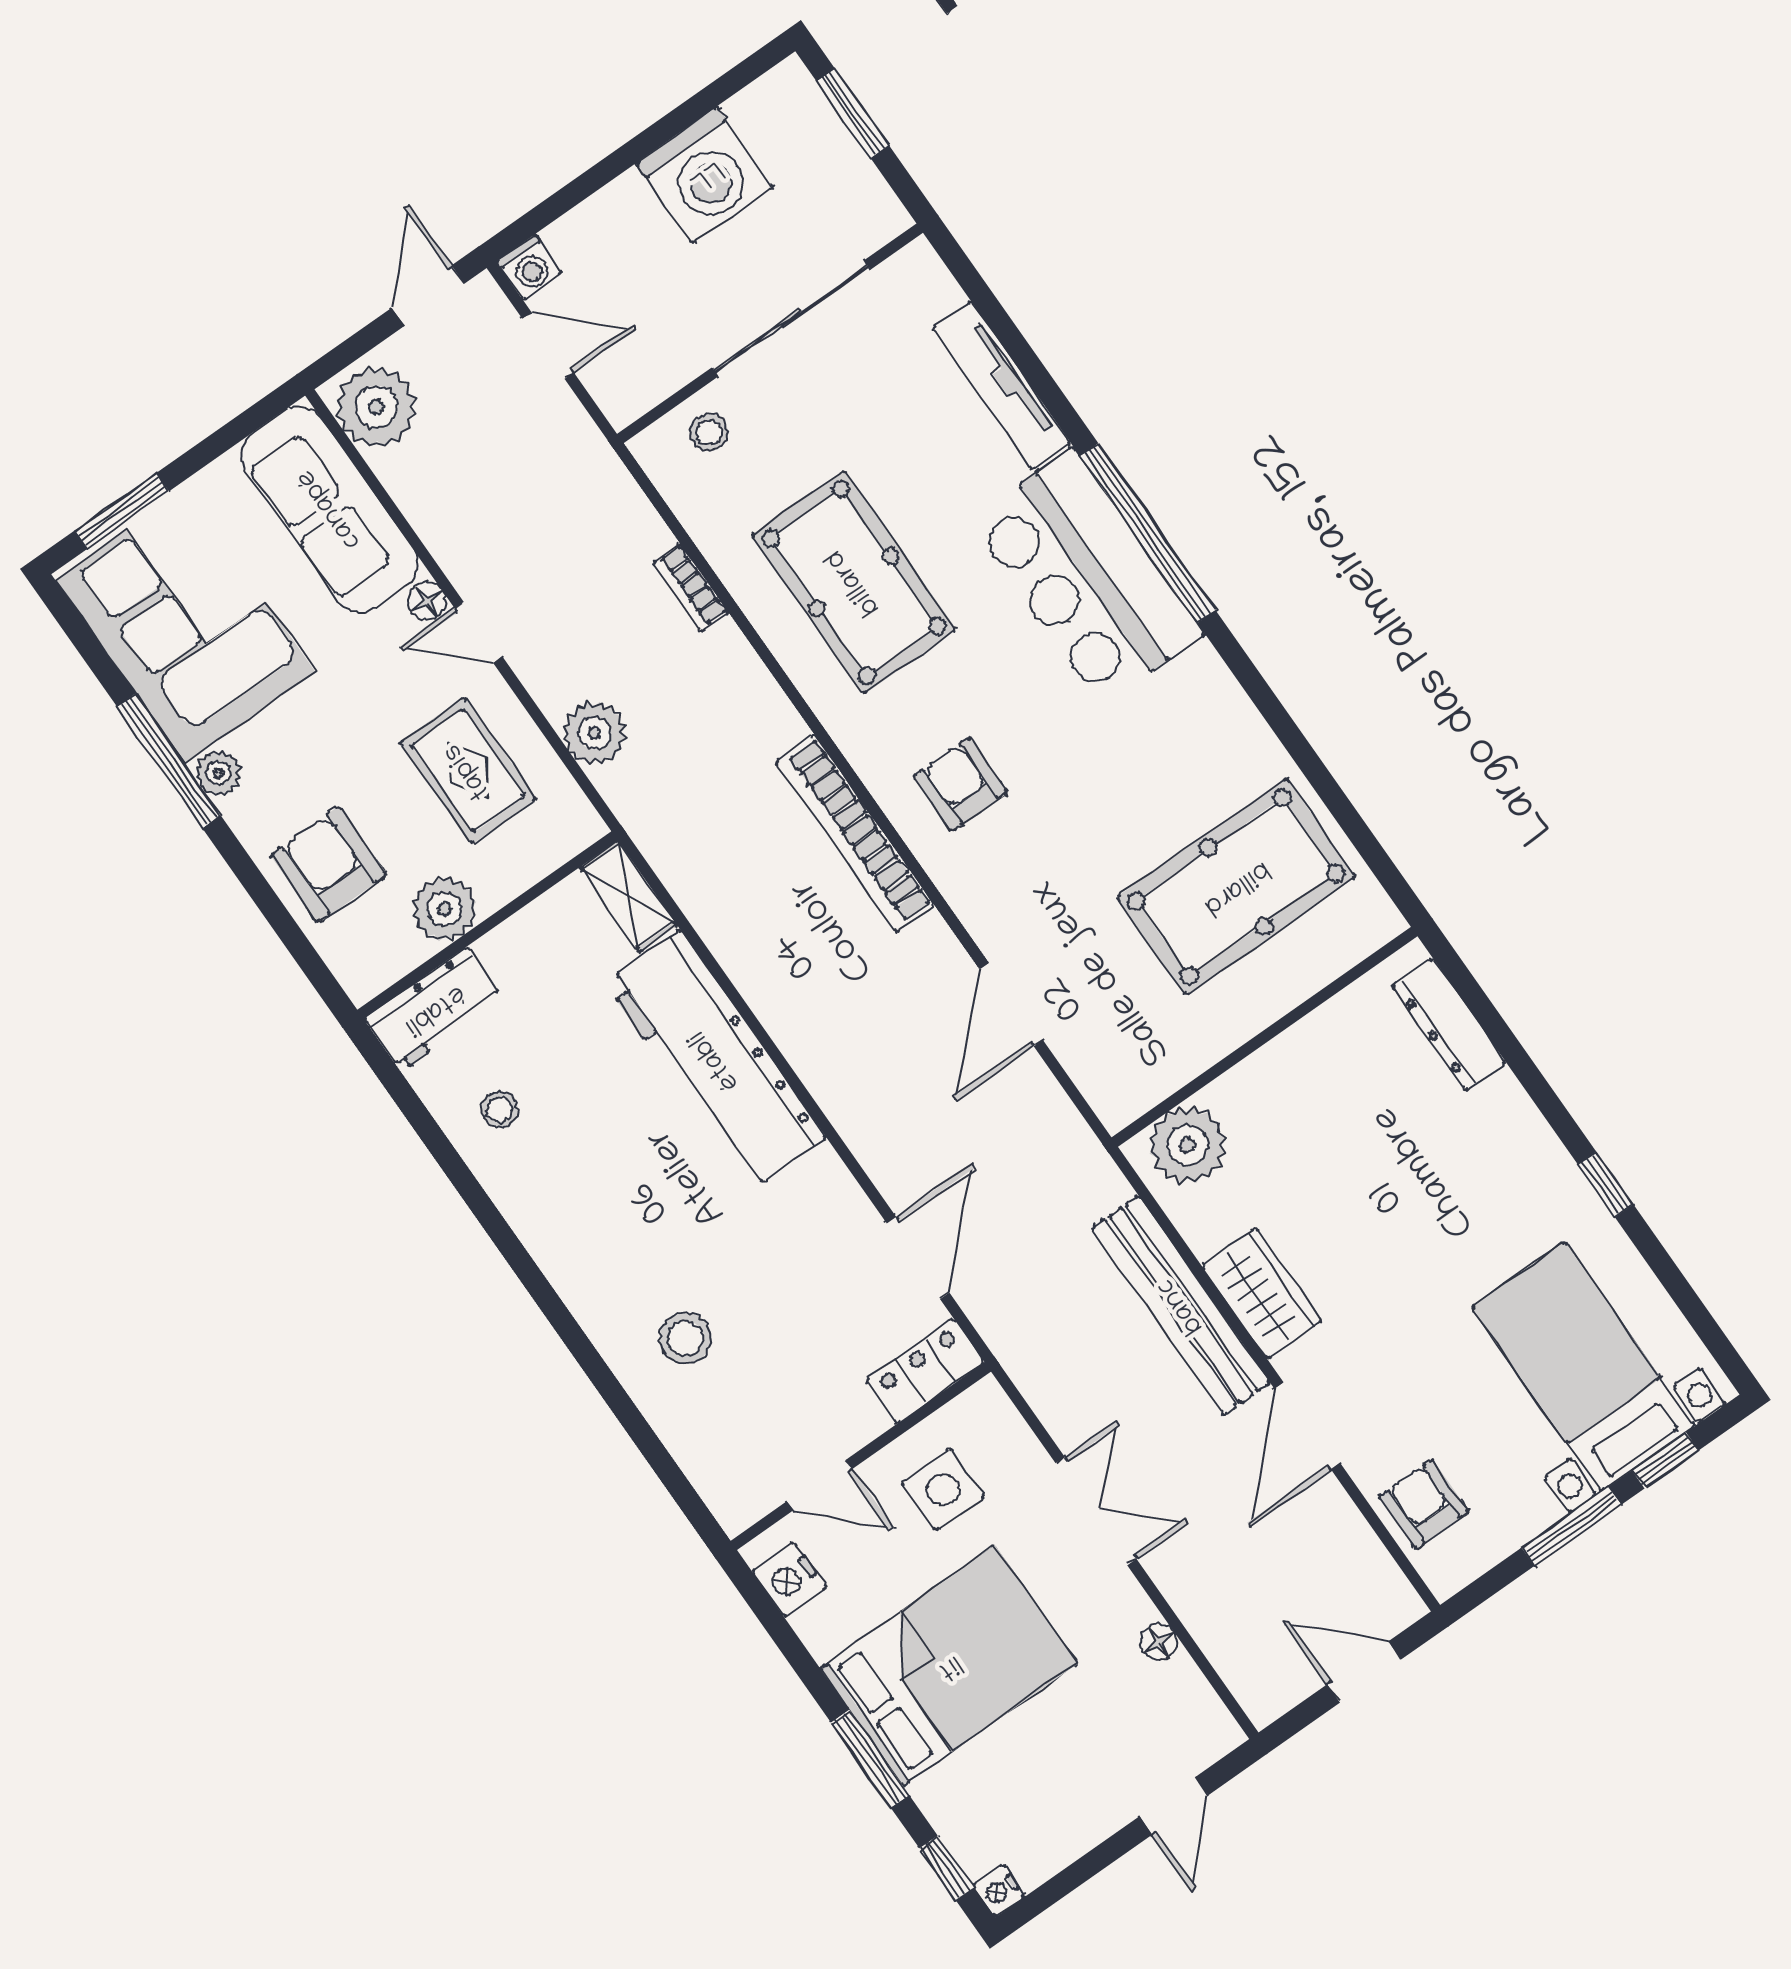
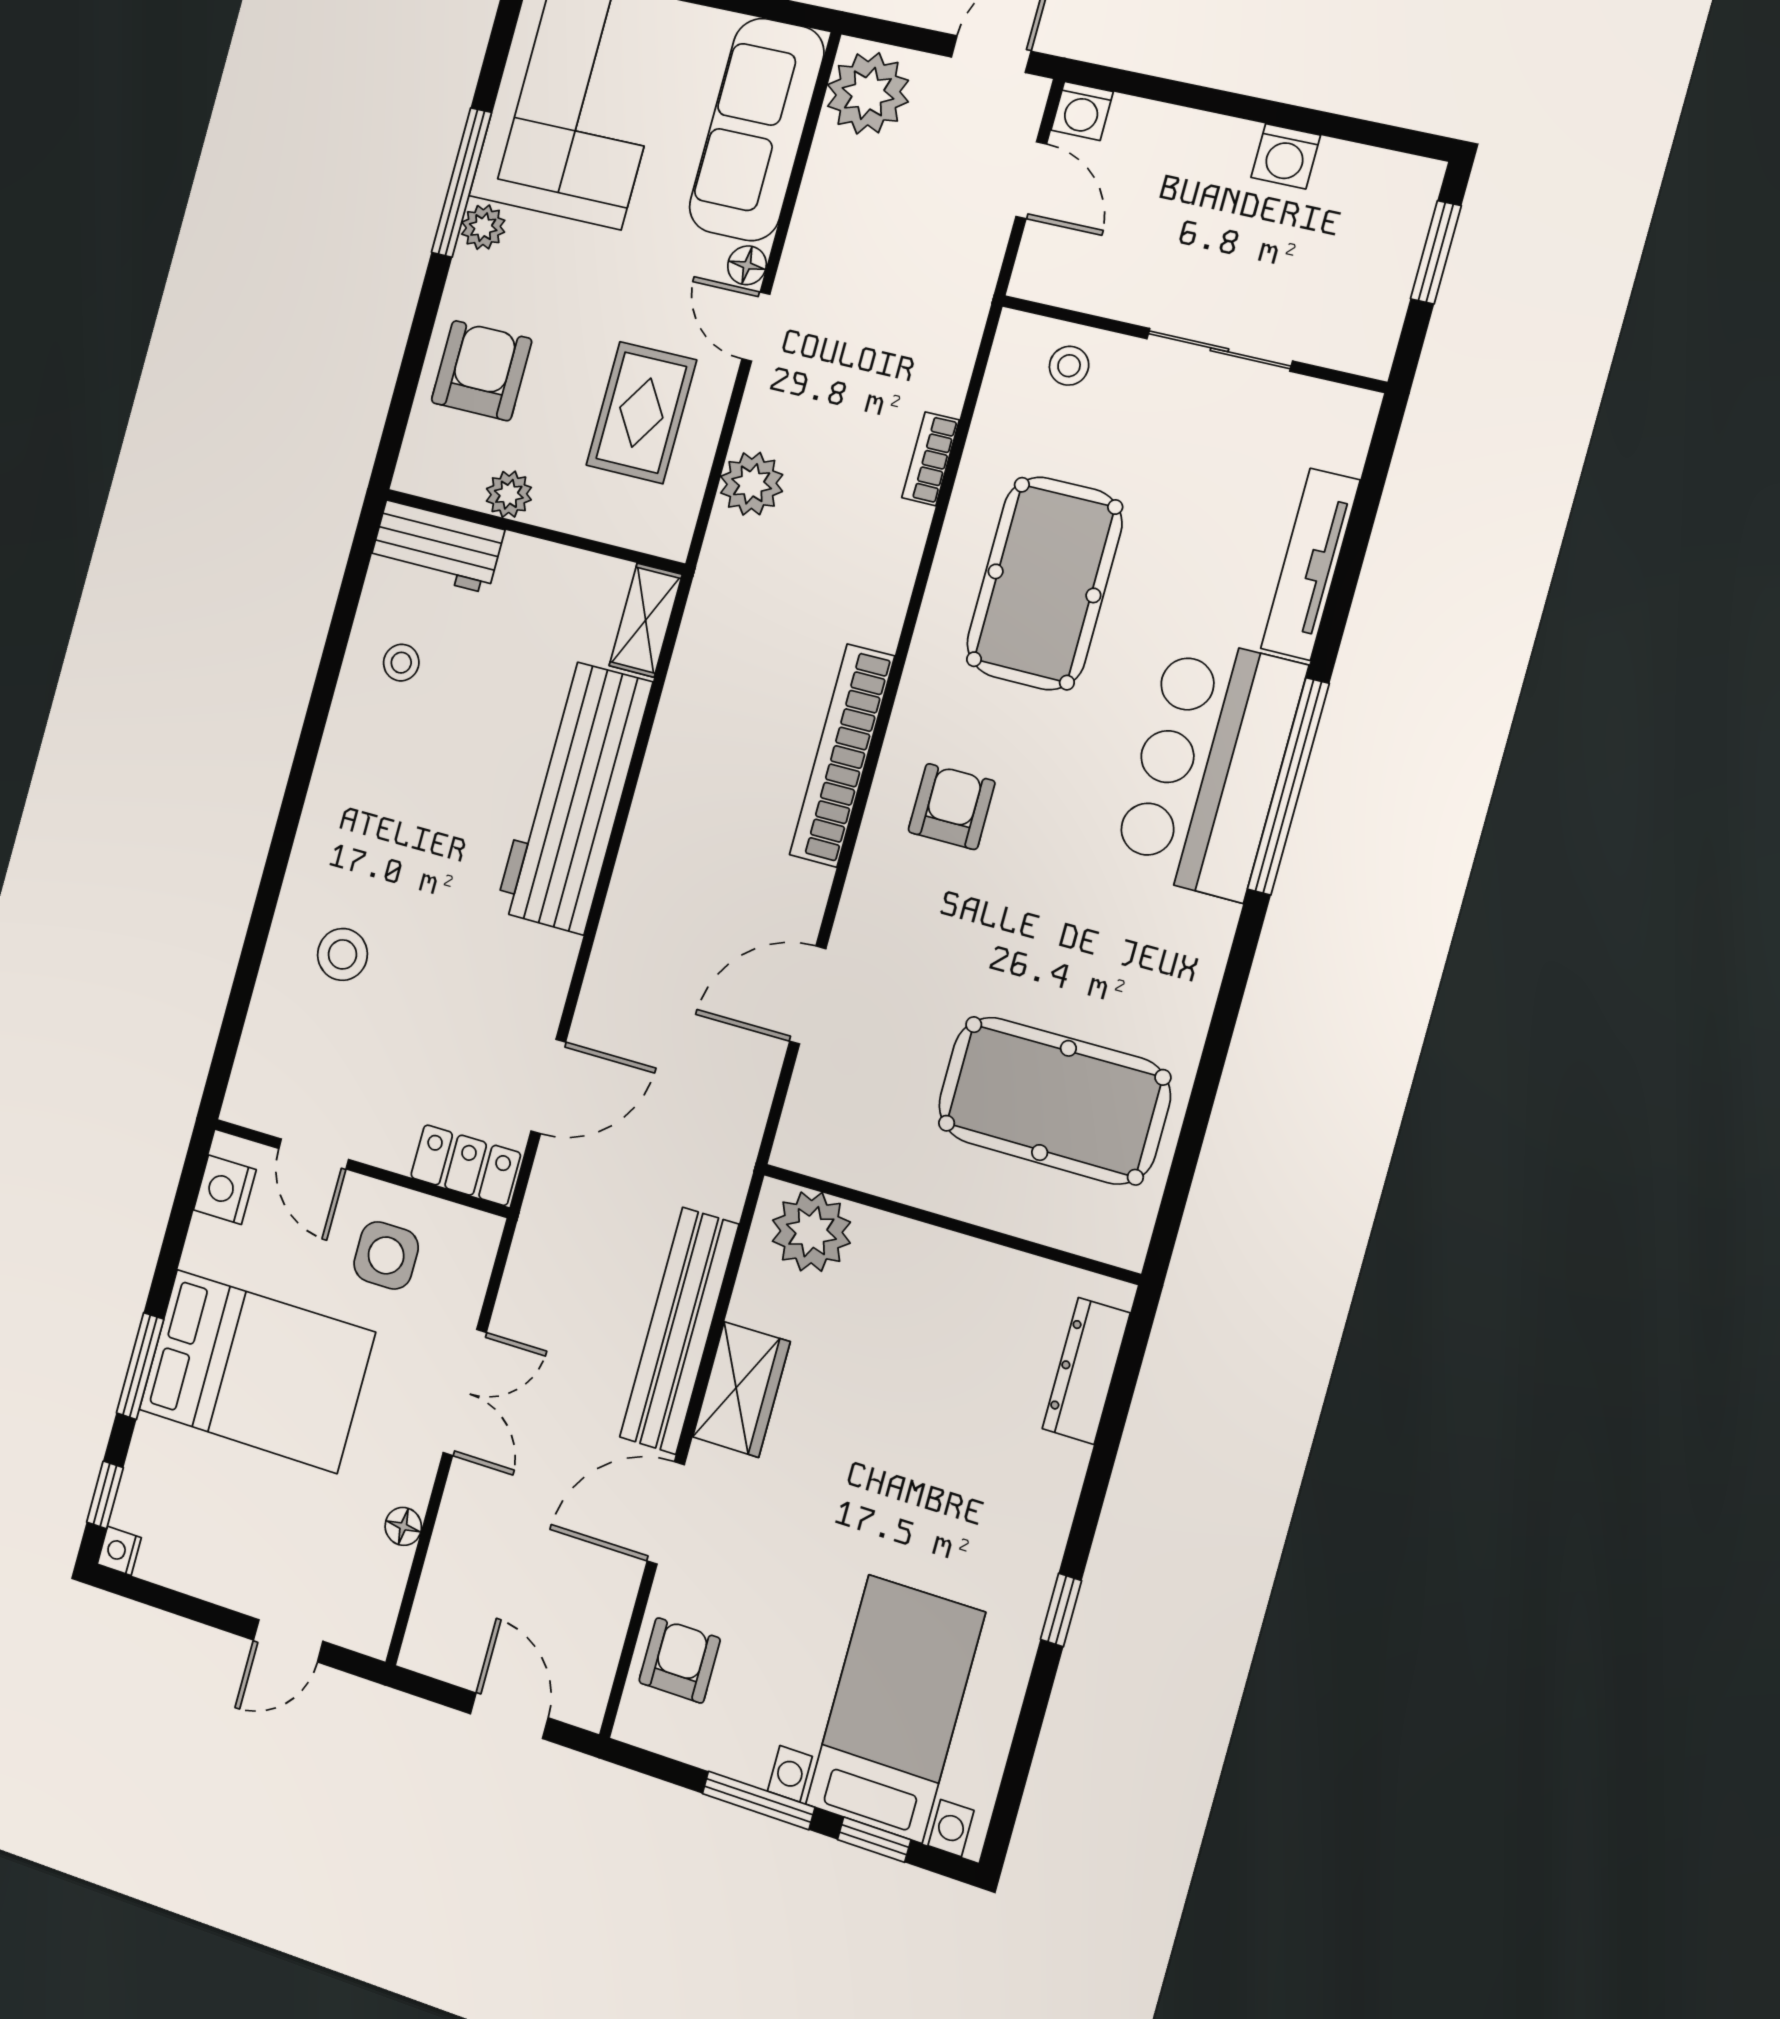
washing machine: (705, 175) -> (1286, 156), width x0.53, depth x0.53
sliding door: (791, 318) -> (1219, 350), width x0.73
plant: (444, 909) -> (509, 494), width x0.73, depth x0.73

